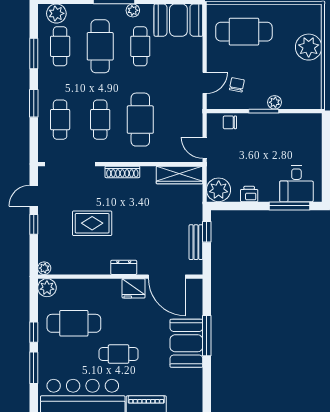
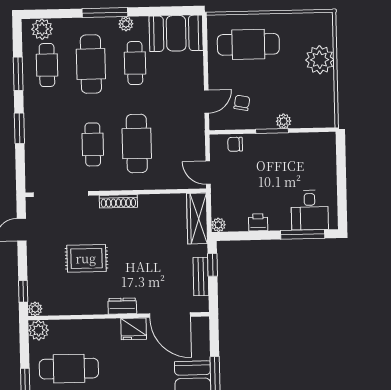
cafe table: (60, 120) -> (49, 145), removed
wardrobe: (180, 175) -> (197, 218), moved, turned 90
plant: (219, 190) -> (218, 225), width x0.53, depth x0.53
window: (34, 224) -> (23, 291), moved

